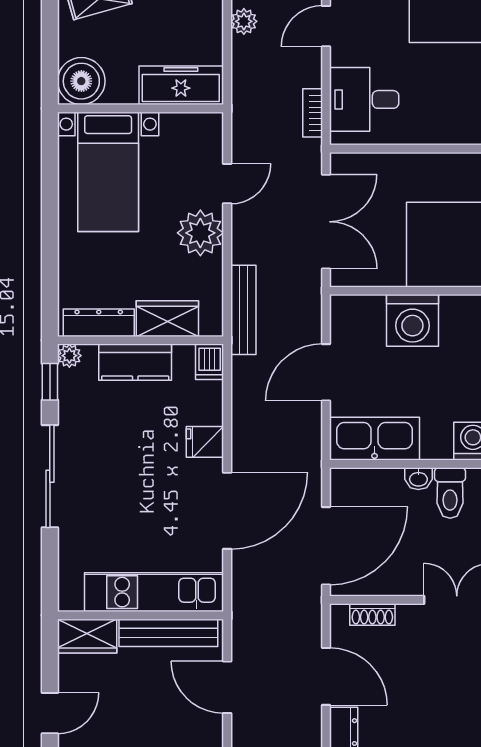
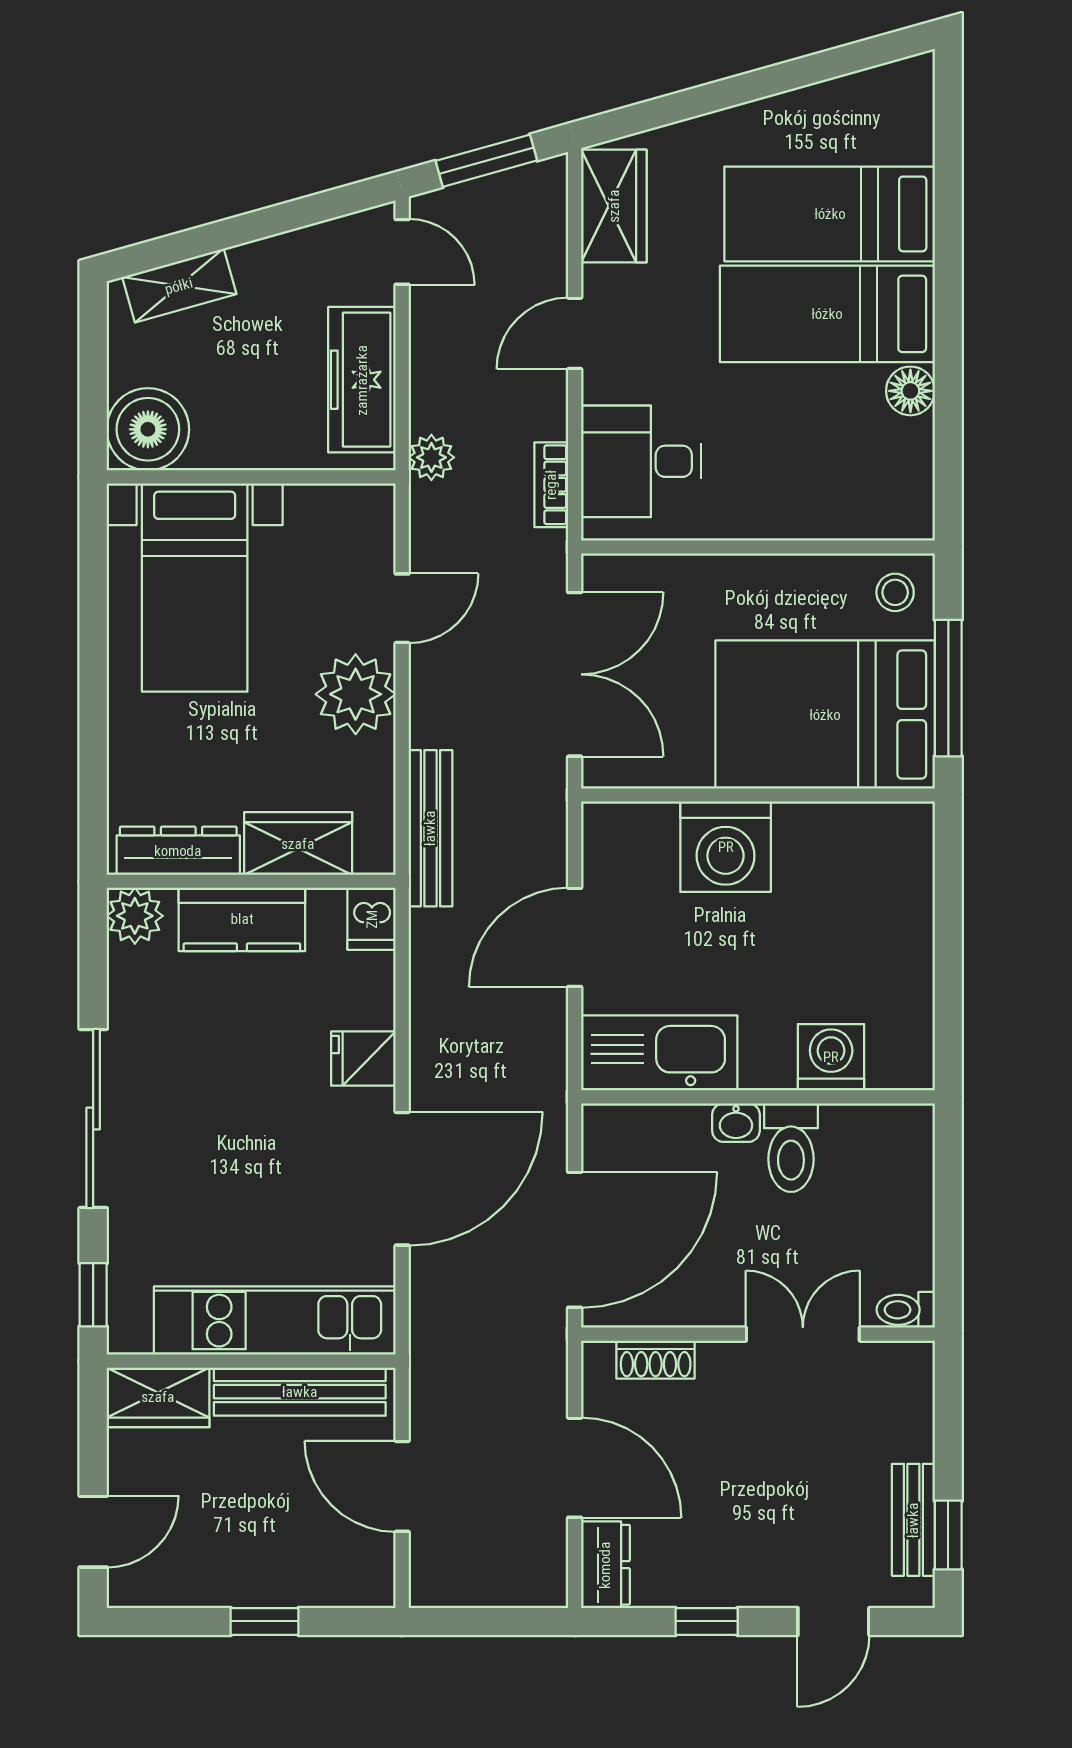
plant: (244, 21) -> (431, 457), moved
freezer: (181, 85) -> (362, 380), moved, turned -90
plant: (69, 356) -> (135, 916), width x1.38, depth x1.38
window: (50, 382) -> (93, 1295), moved

